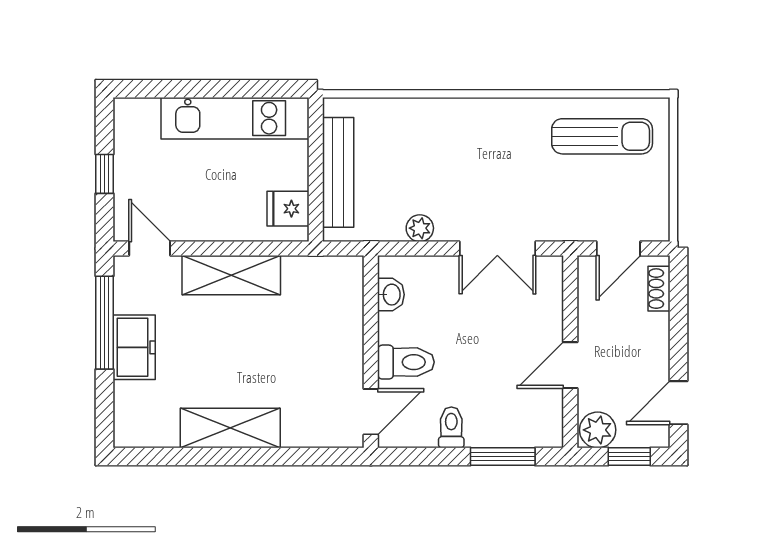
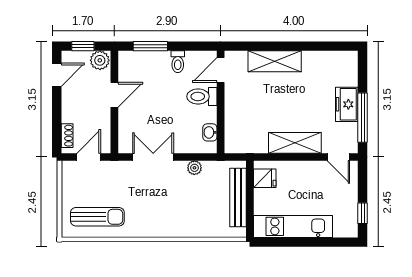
sun lounger: (602, 136) -> (97, 217), turned 180
window: (104, 174) -> (363, 213), moved
shelving: (230, 428) -> (275, 61), moved

